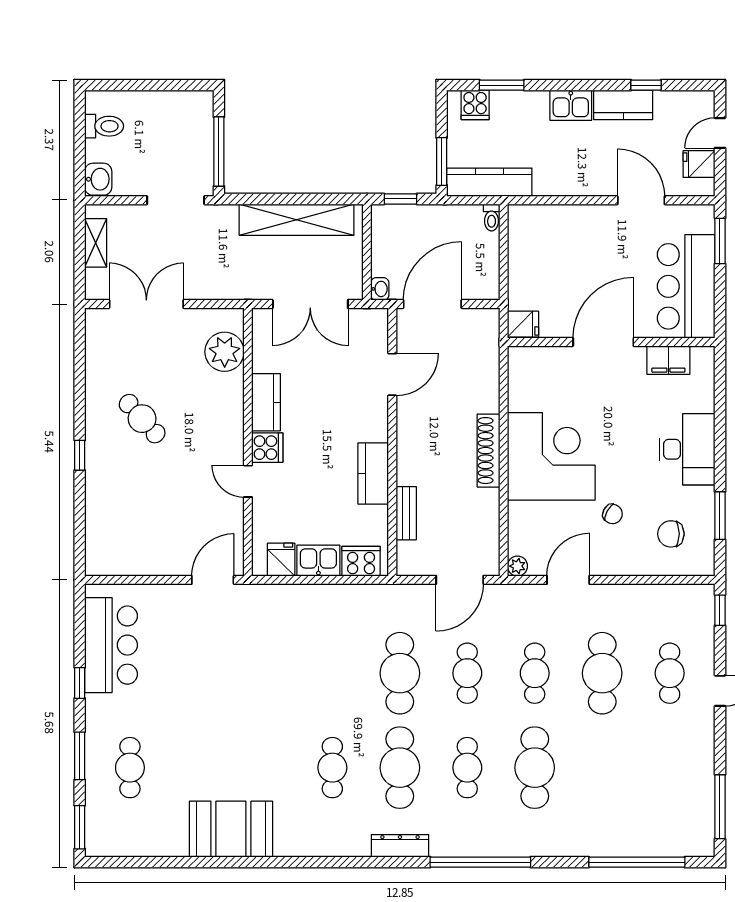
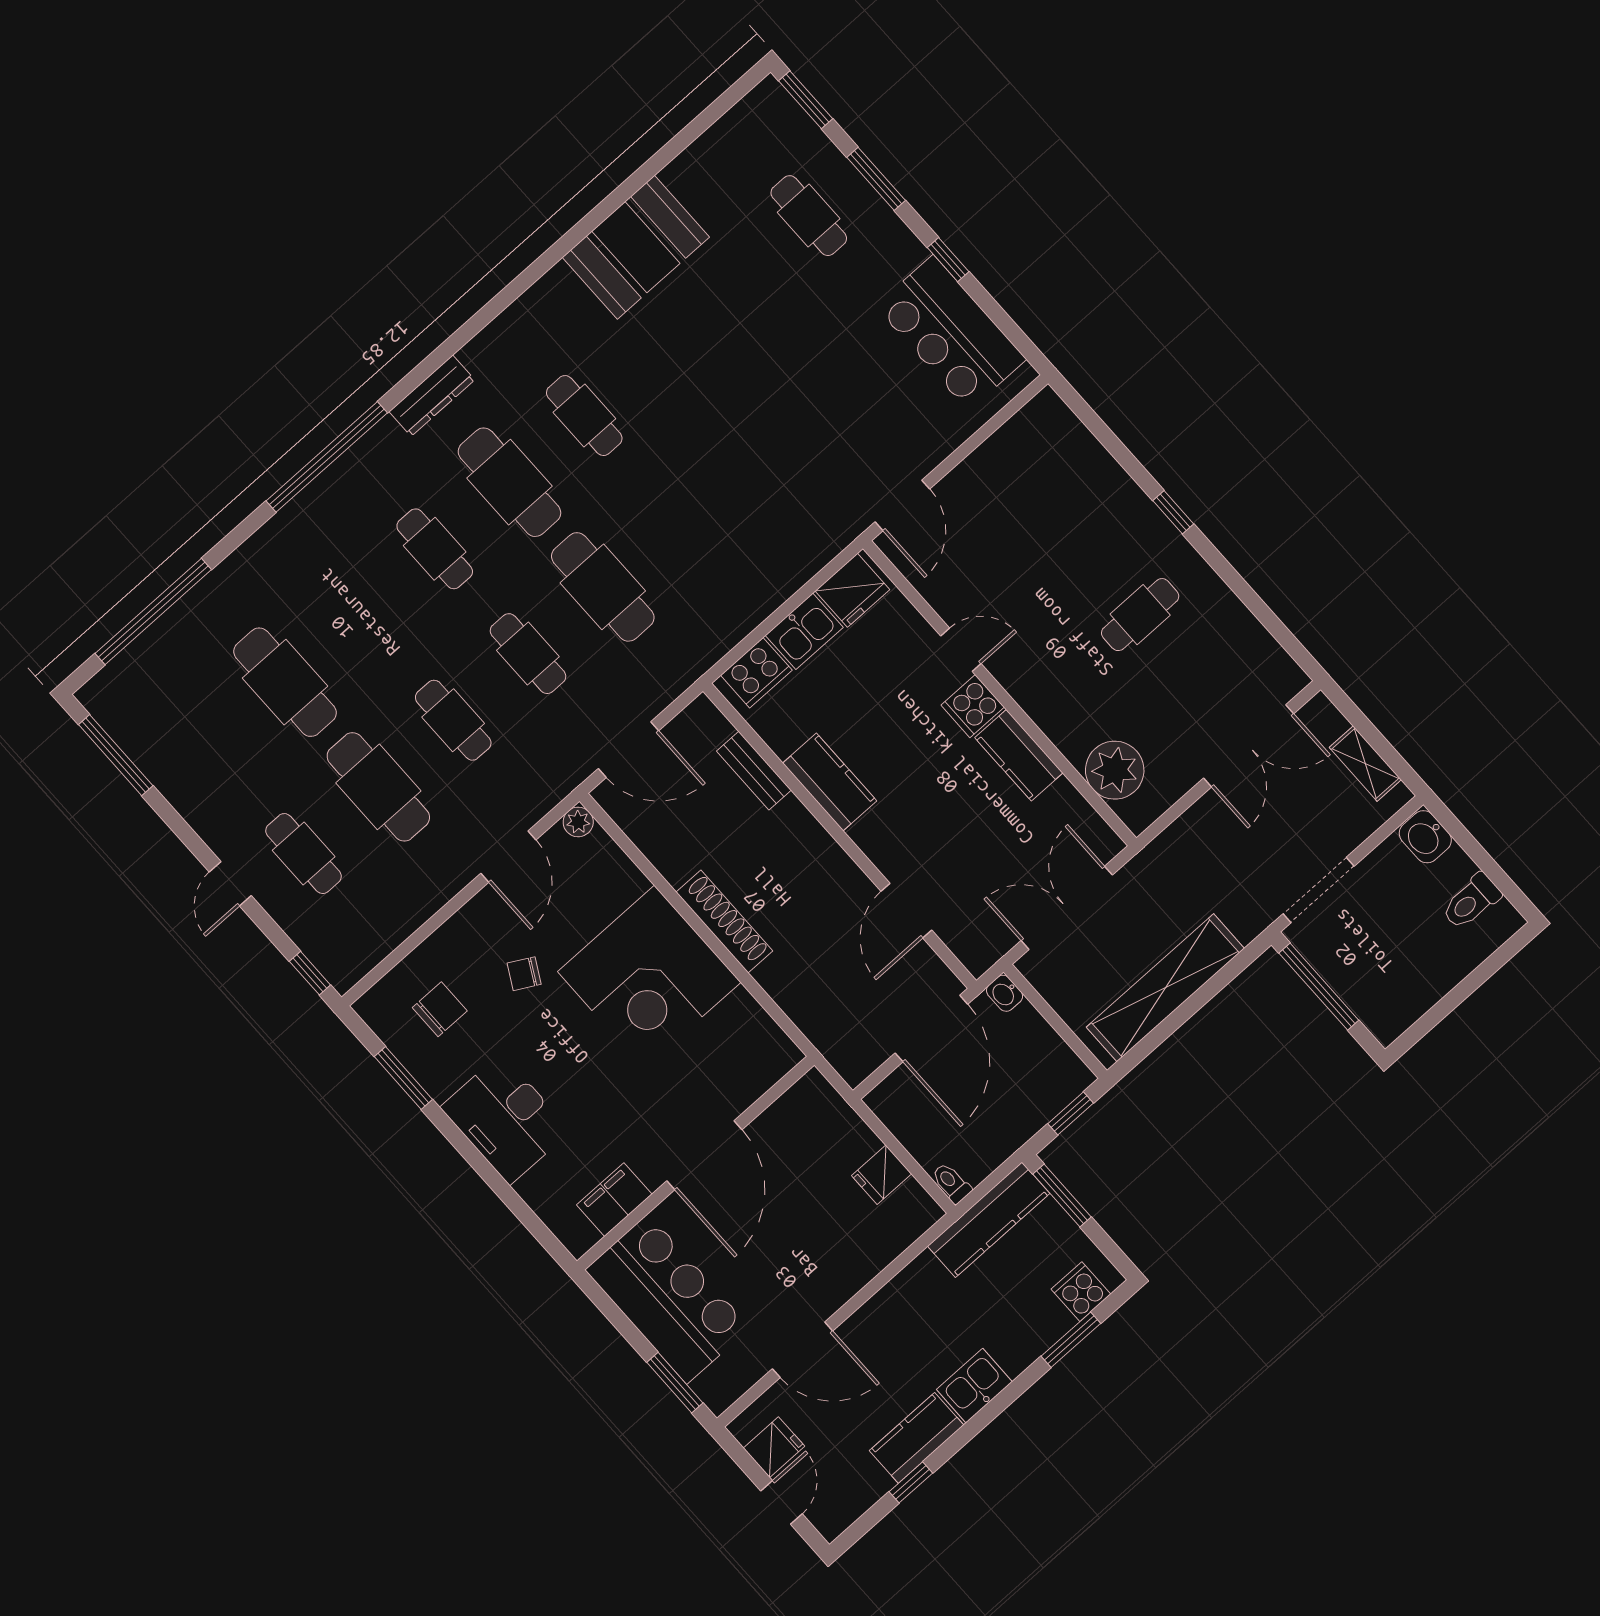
fridge: (523, 324) -> (881, 1175), moved
cafe table: (142, 419) -> (1140, 615), turned -48
fridge: (281, 560) -> (852, 590), width x1.38
door: (460, 580) -> (628, 750), swing flipped
cafe table: (535, 768) -> (285, 682), moved

